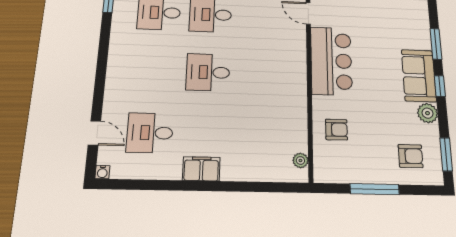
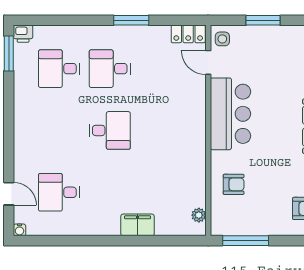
desk: (208, 72) -> (110, 130), turned 180
filing cabinet: (201, 169) -> (138, 225), moved
window: (375, 189) -> (246, 241), moved

